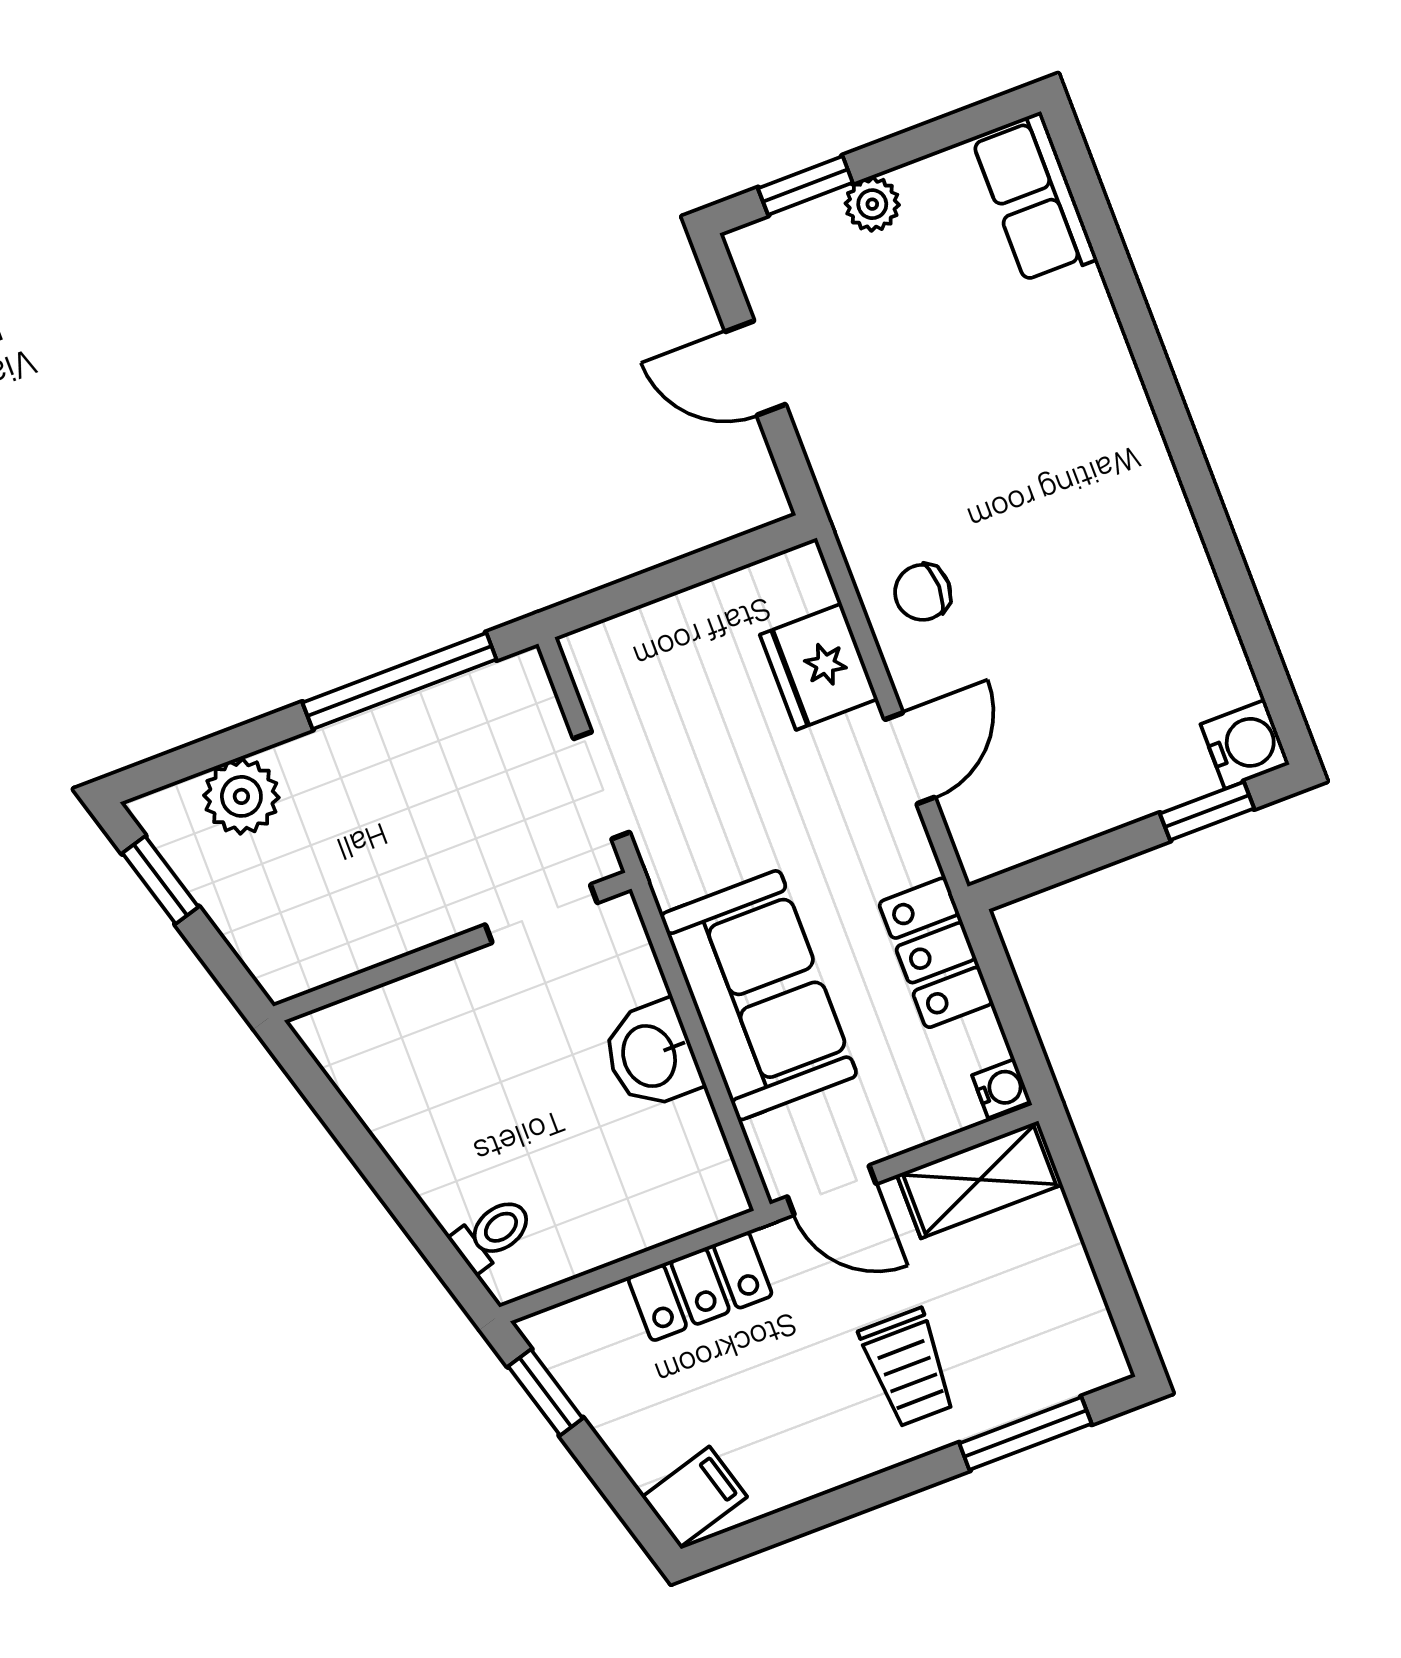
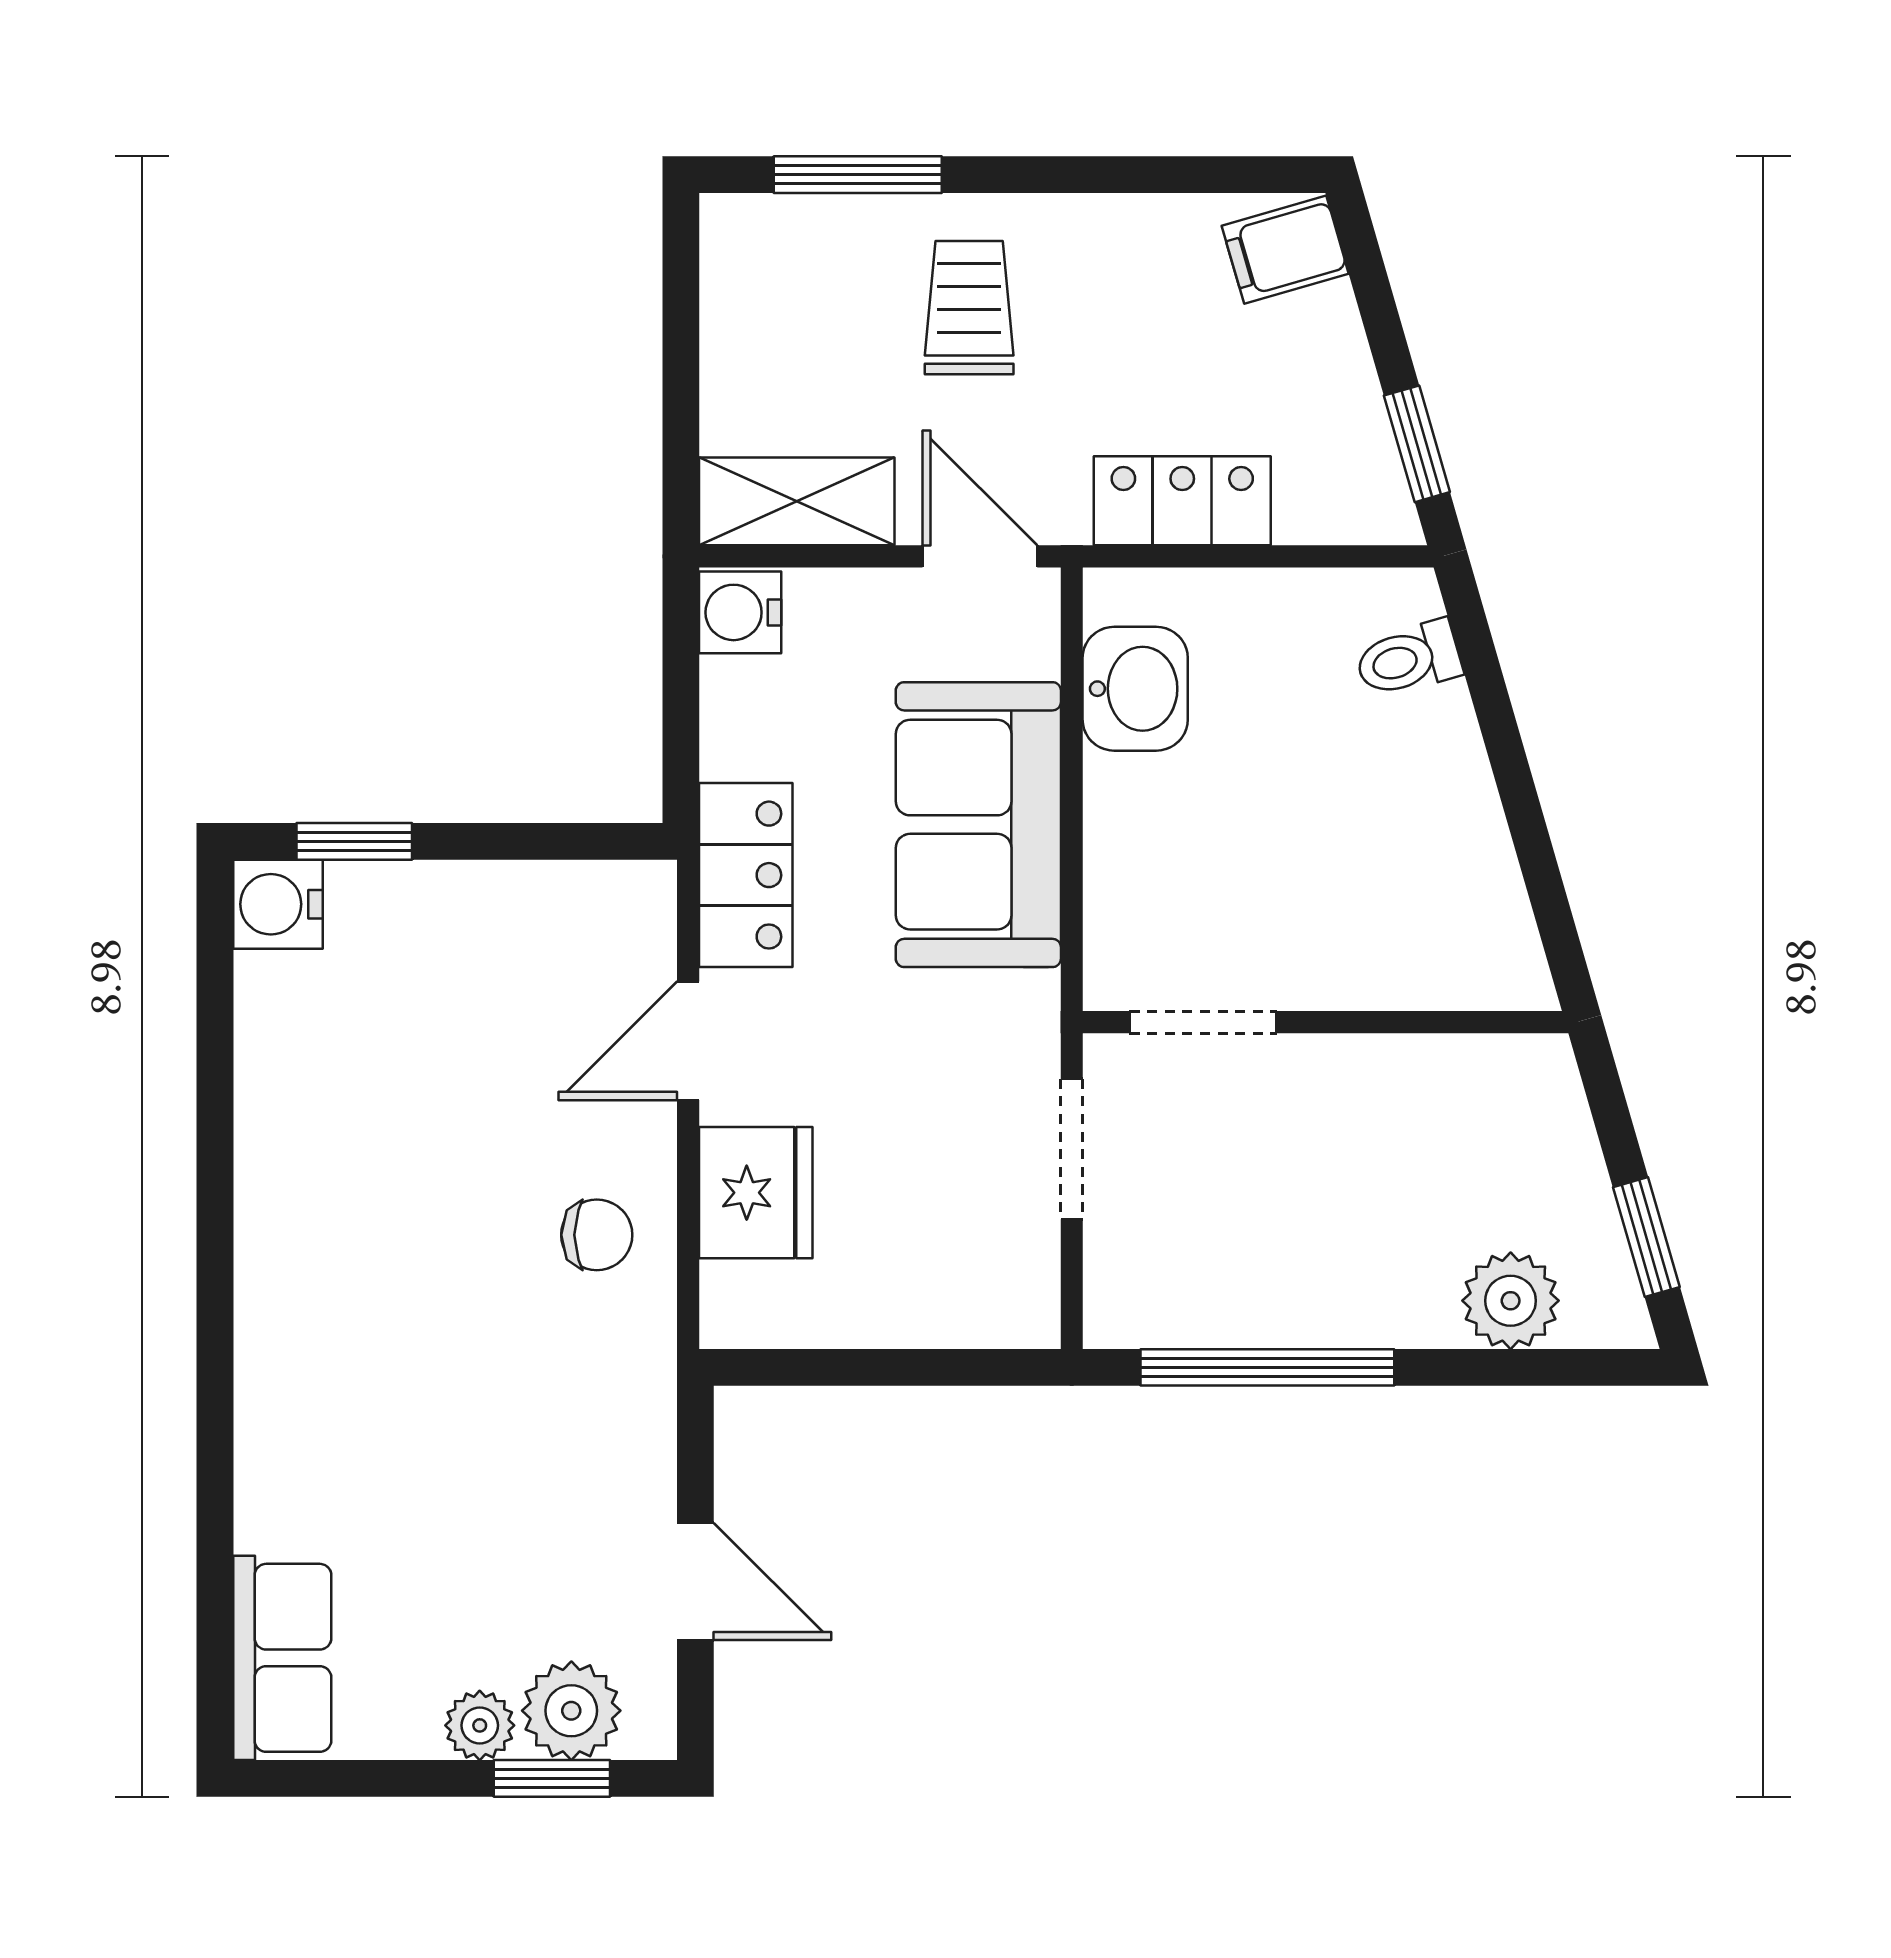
plant: (810, 240) -> (571, 1711), added
locker: (936, 953) -> (746, 875), moved
washbasin: (651, 1055) -> (1135, 689), moved
water cooler: (1001, 1089) -> (740, 612), width x1.38, depth x1.38

